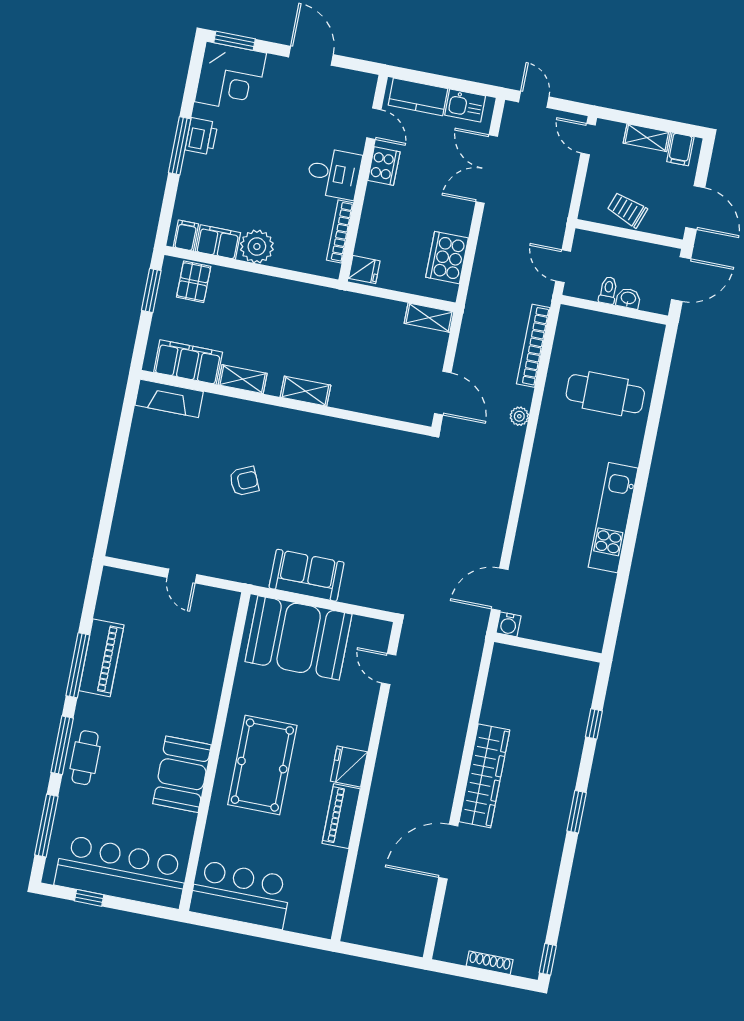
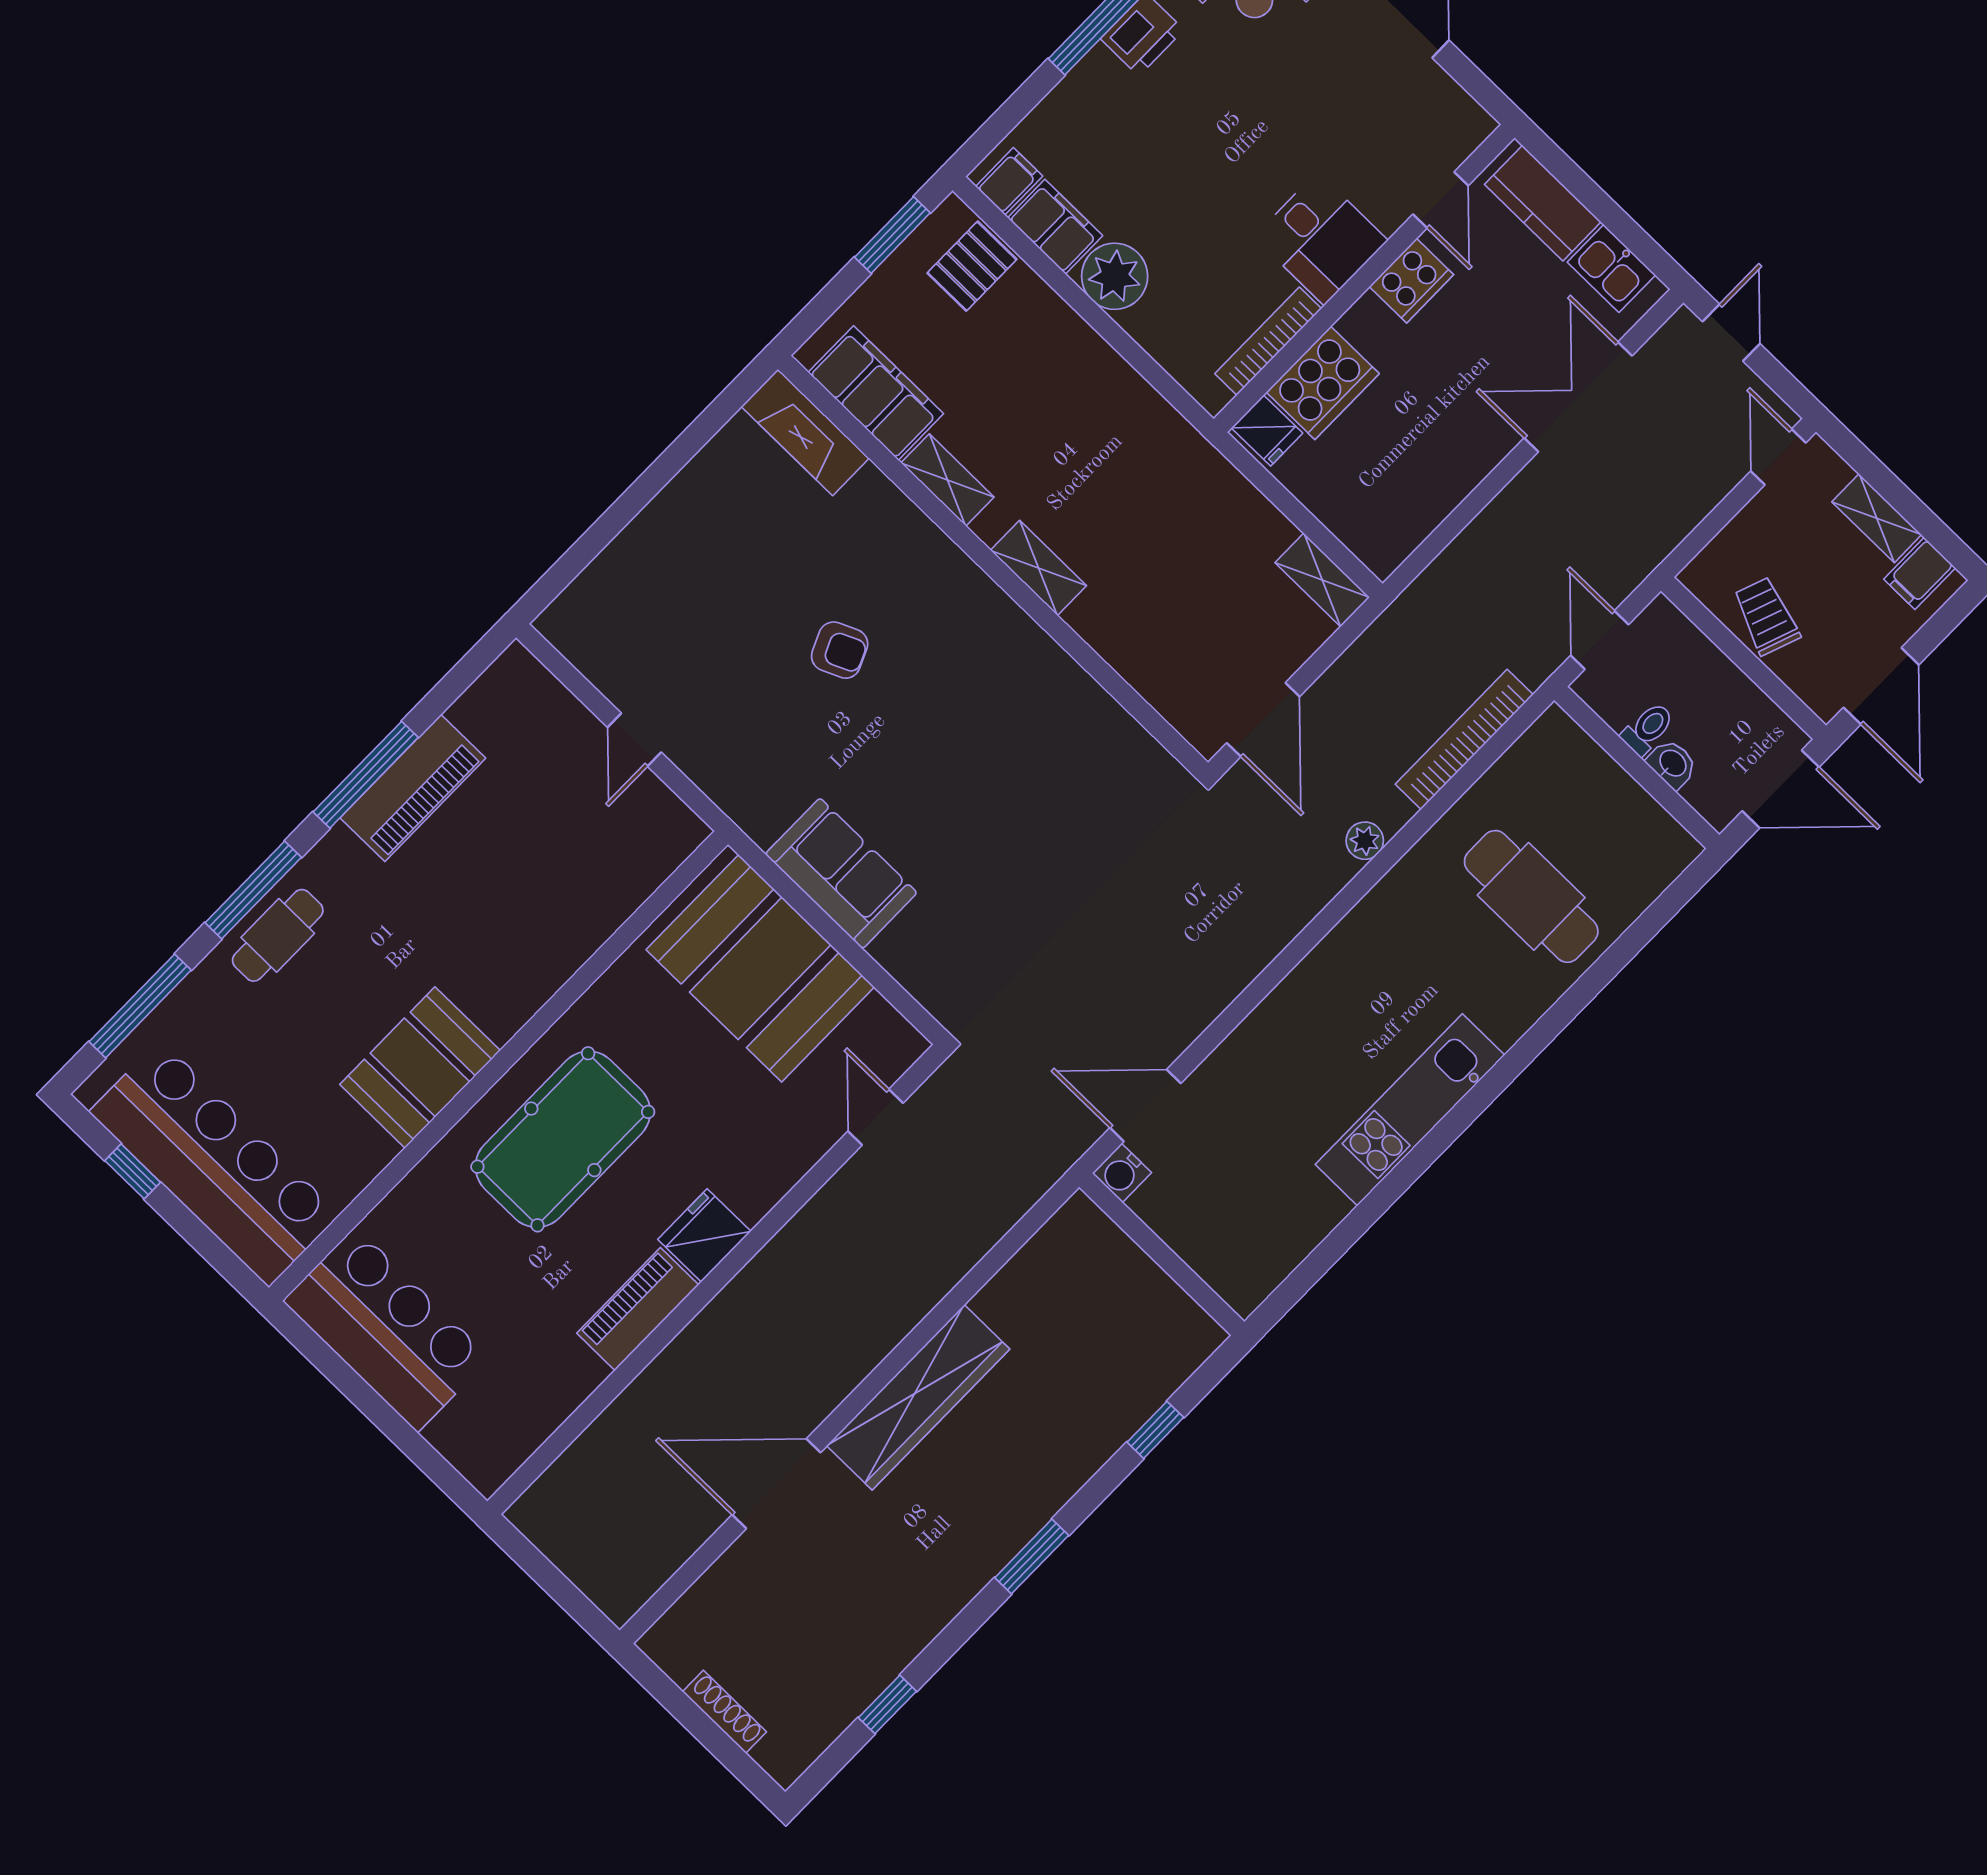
cooker: (447, 258) -> (1323, 383), moved, turned 180
window: (548, 959) -> (887, 1704), moved

